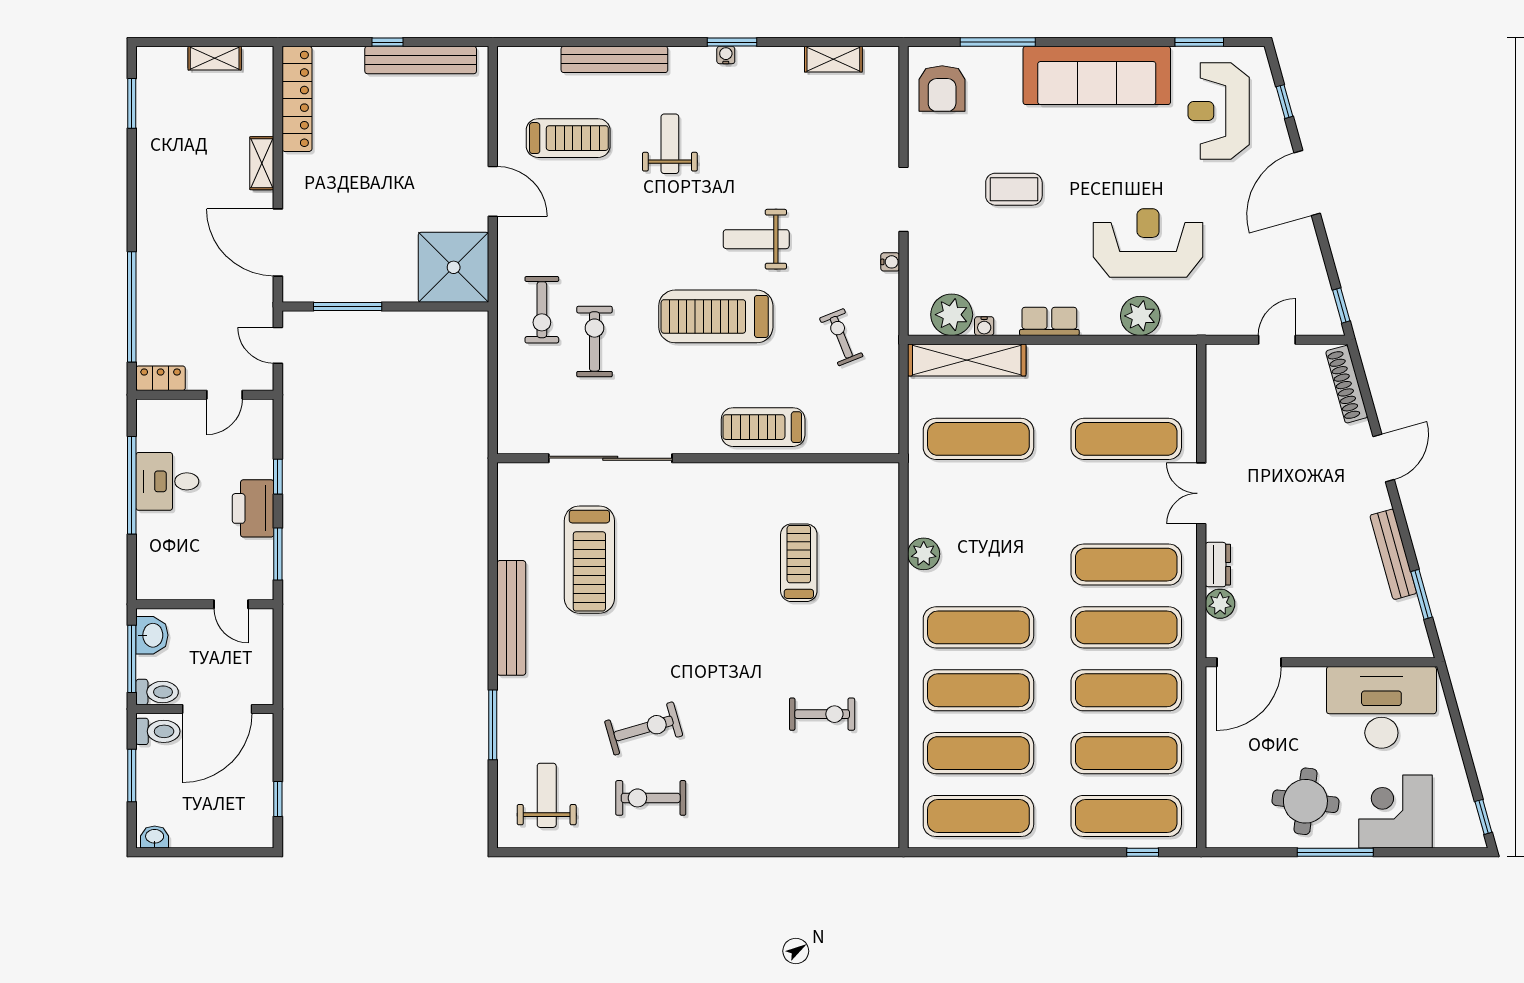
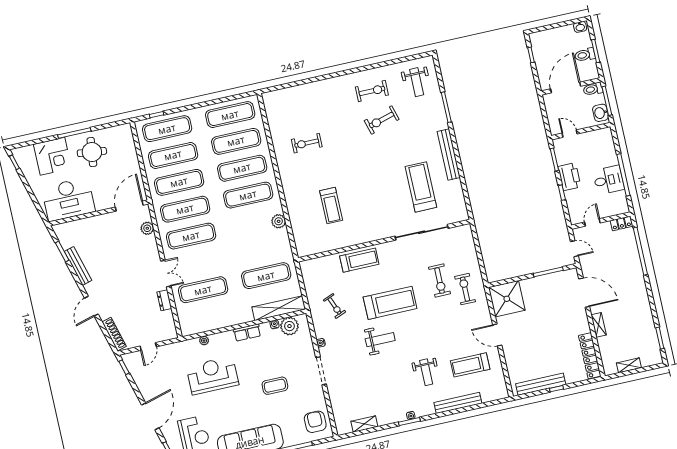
reception desk: (1148, 243) -> (212, 375), turned 180
plant: (1140, 316) -> (204, 341), width x0.53, depth x0.53
dresser: (1218, 565) -> (164, 300), moved
toilet: (158, 731) -> (585, 55), moved

